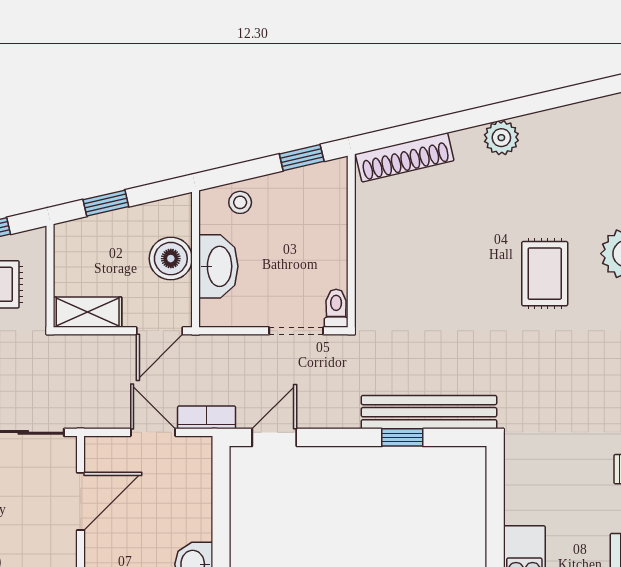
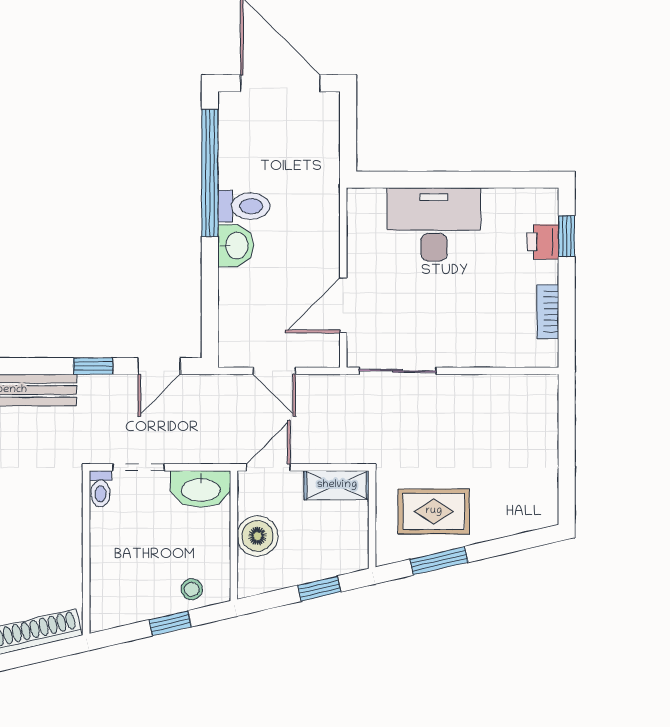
window: (302, 158) -> (170, 623), moved
washbasin: (218, 266) -> (201, 489), moved, turned -90
bookcase: (207, 417) -> (224, 385), removed
window: (402, 437) -> (93, 366), moved

